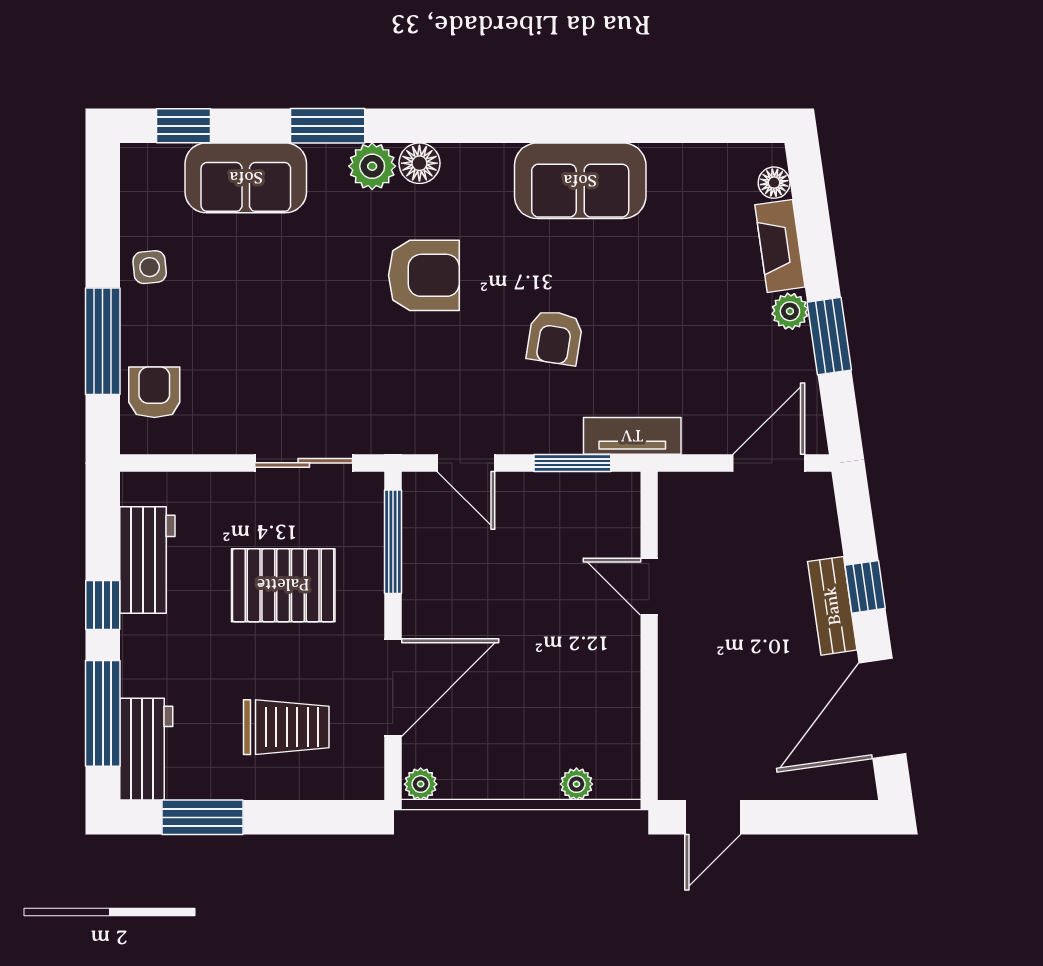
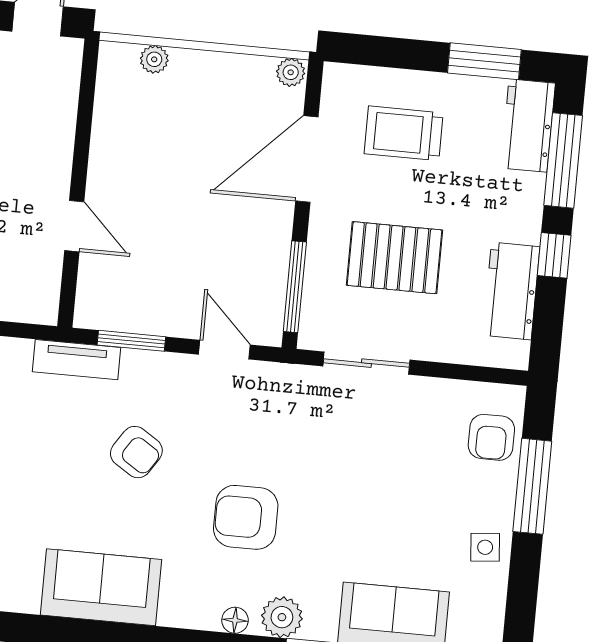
floor lamp: (419, 163) -> (235, 620), width x0.73, depth x0.73
armchair: (555, 338) -> (136, 452), turned 114

